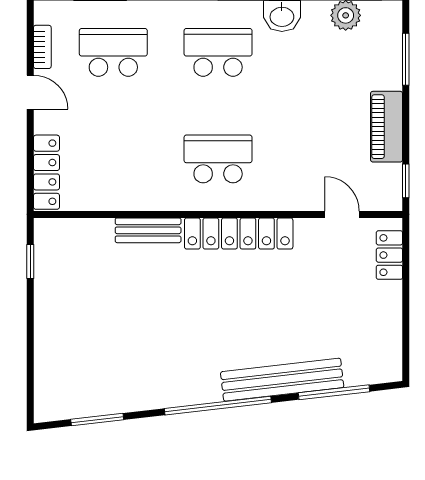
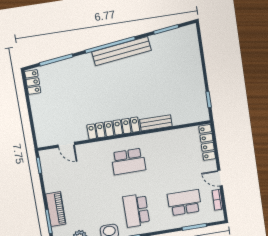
school desk: (113, 52) -> (185, 203), turned 180
school desk: (218, 52) -> (136, 210), turned 90
piano: (387, 127) -> (56, 209), moved
locker: (389, 255) -> (33, 82), moved
bench: (282, 380) -> (122, 51), moved

